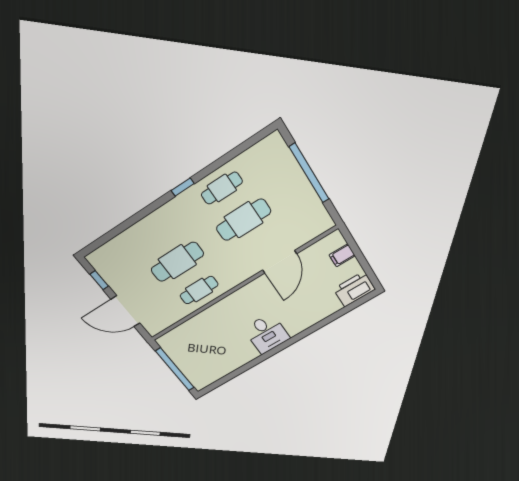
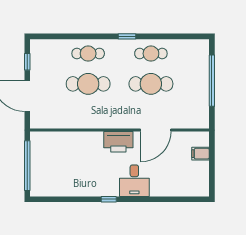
printer: (354, 289) -> (118, 142), moved, turned 180
cafe table: (199, 290) -> (88, 54), moved
desk: (267, 334) -> (134, 181), moved
window: (275, 351) -> (109, 199), added

